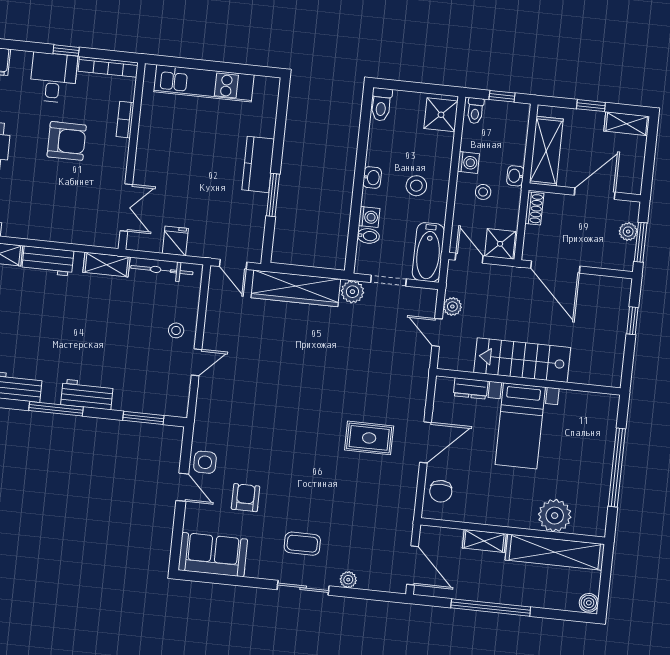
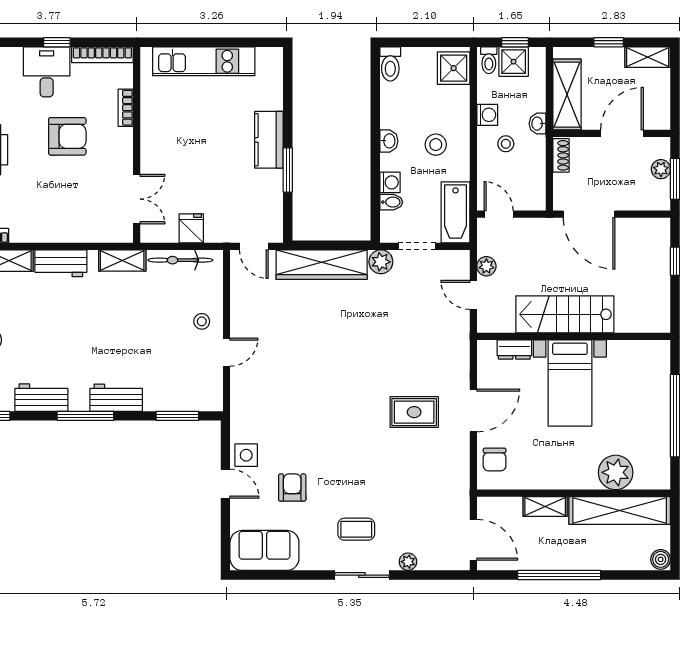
shower: (500, 244) -> (514, 62), moved

